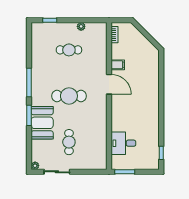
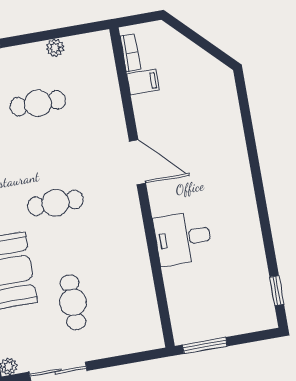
filing cabinet: (118, 65) -> (143, 82), moved
cafe table: (69, 96) -> (55, 203), width x0.73, depth x0.74
desk: (123, 143) -> (183, 238), moved

